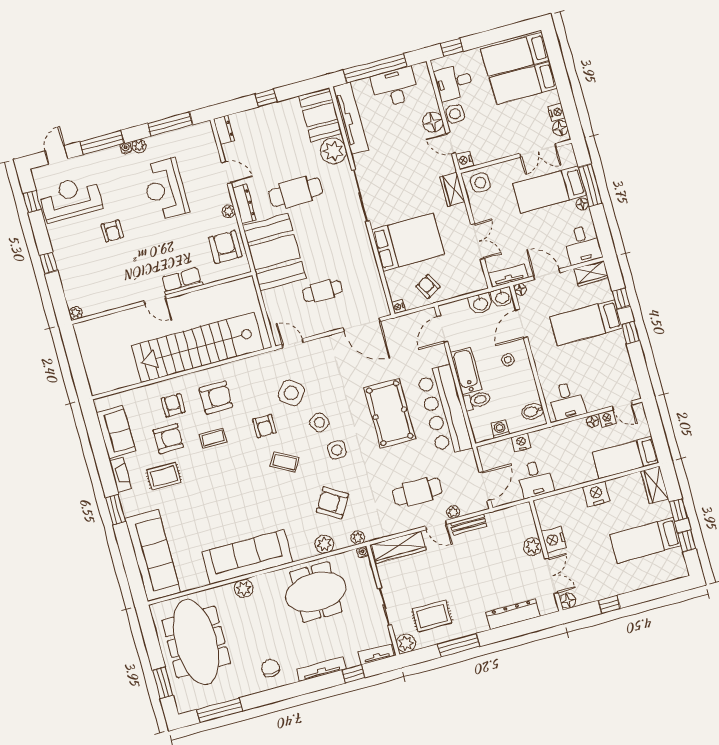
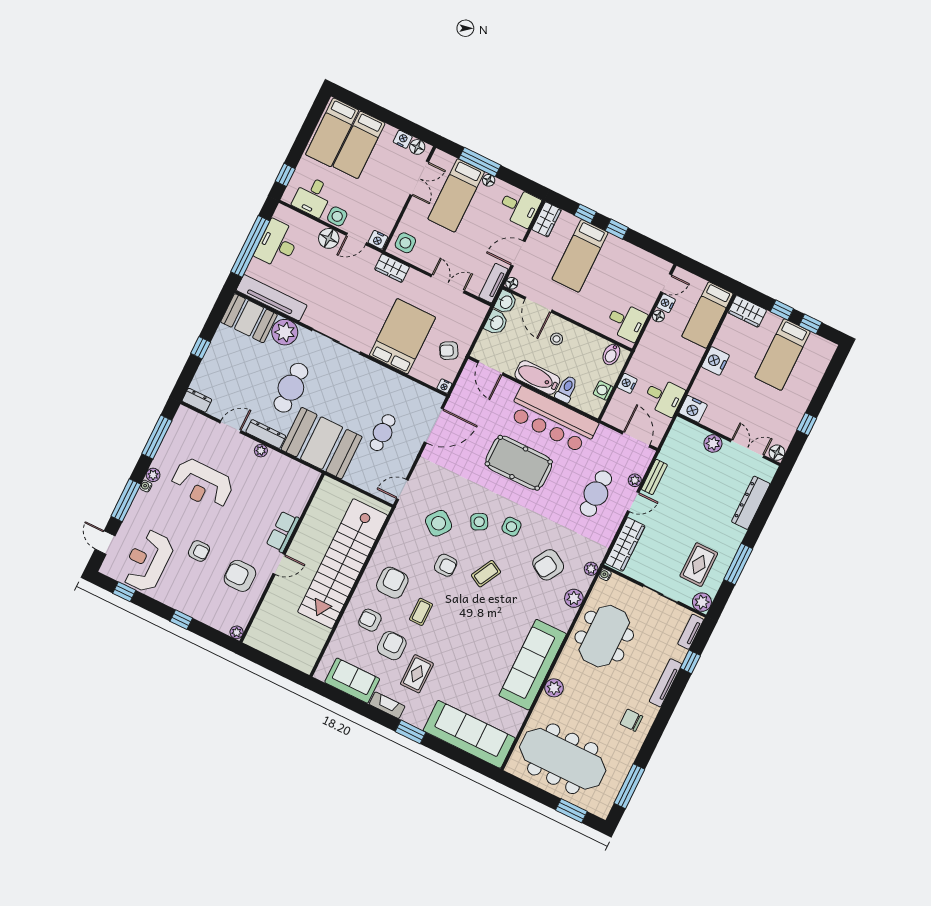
armchair: (225, 247) -> (240, 576), moved
nightstand: (554, 539) -> (693, 409), moved

